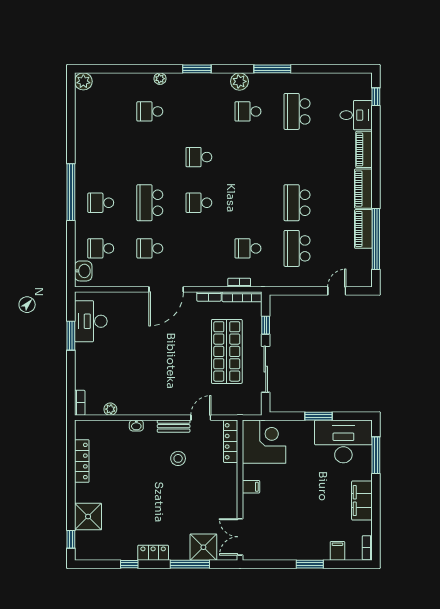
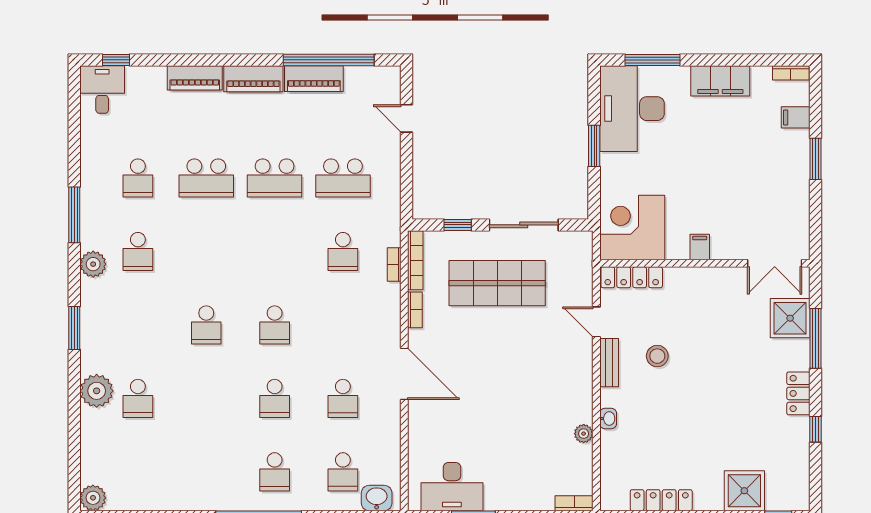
plant: (160, 79) -> (97, 391), width x1.88, depth x1.88
school desk: (297, 111) -> (138, 178), width x0.54
desk: (356, 115) -> (102, 90), moved
school desk: (297, 157) -> (206, 178), added
school desk: (150, 203) -> (275, 398), width x0.54
plant: (110, 409) -> (584, 434), moved

